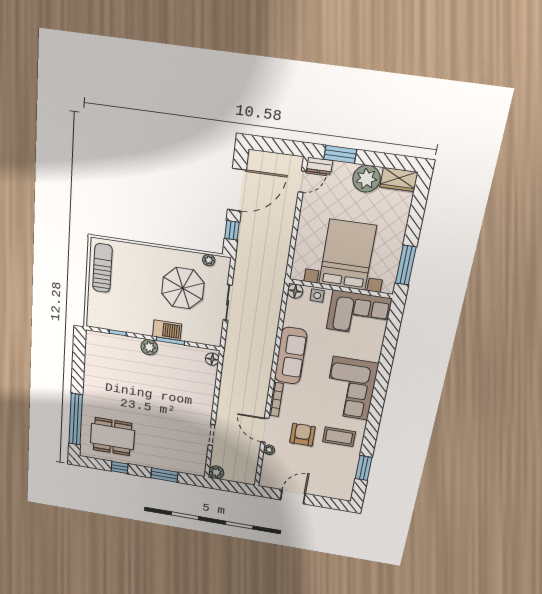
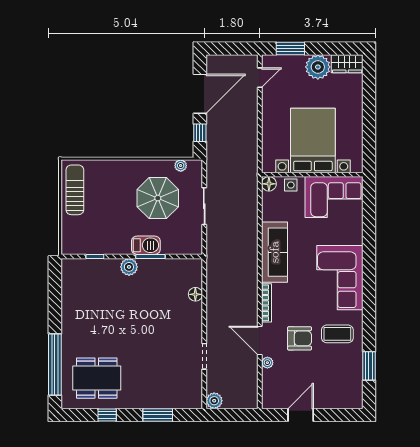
dresser: (319, 166) -> (273, 61), removed
window: (406, 265) -> (369, 142), removed
floor lamp: (212, 359) -> (195, 294), moved
armchair: (302, 435) -> (300, 338), turned 90

